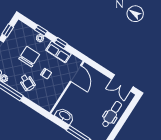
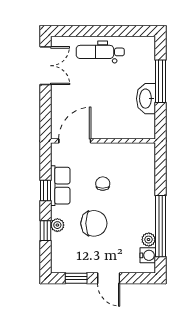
chair: (29, 57) -> (94, 223), turned 180
wheelchair: (27, 83) -> (133, 202), removed
washbasin: (65, 116) -> (146, 99), moved

